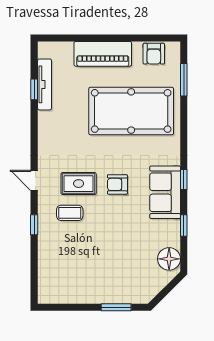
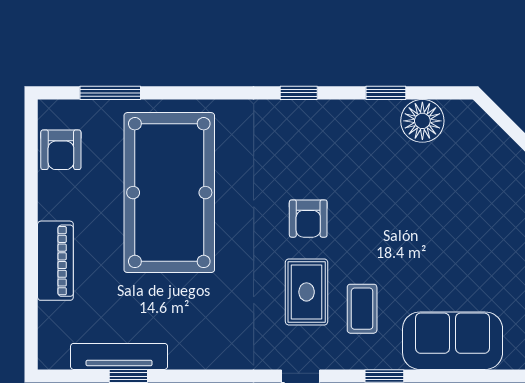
piano: (103, 54) -> (55, 261), width x0.73, depth x0.75
armchair: (154, 54) -> (61, 150), turned 90
sofa: (165, 192) -> (453, 341), moved, turned 180
floor lamp: (169, 259) -> (422, 121), moved

